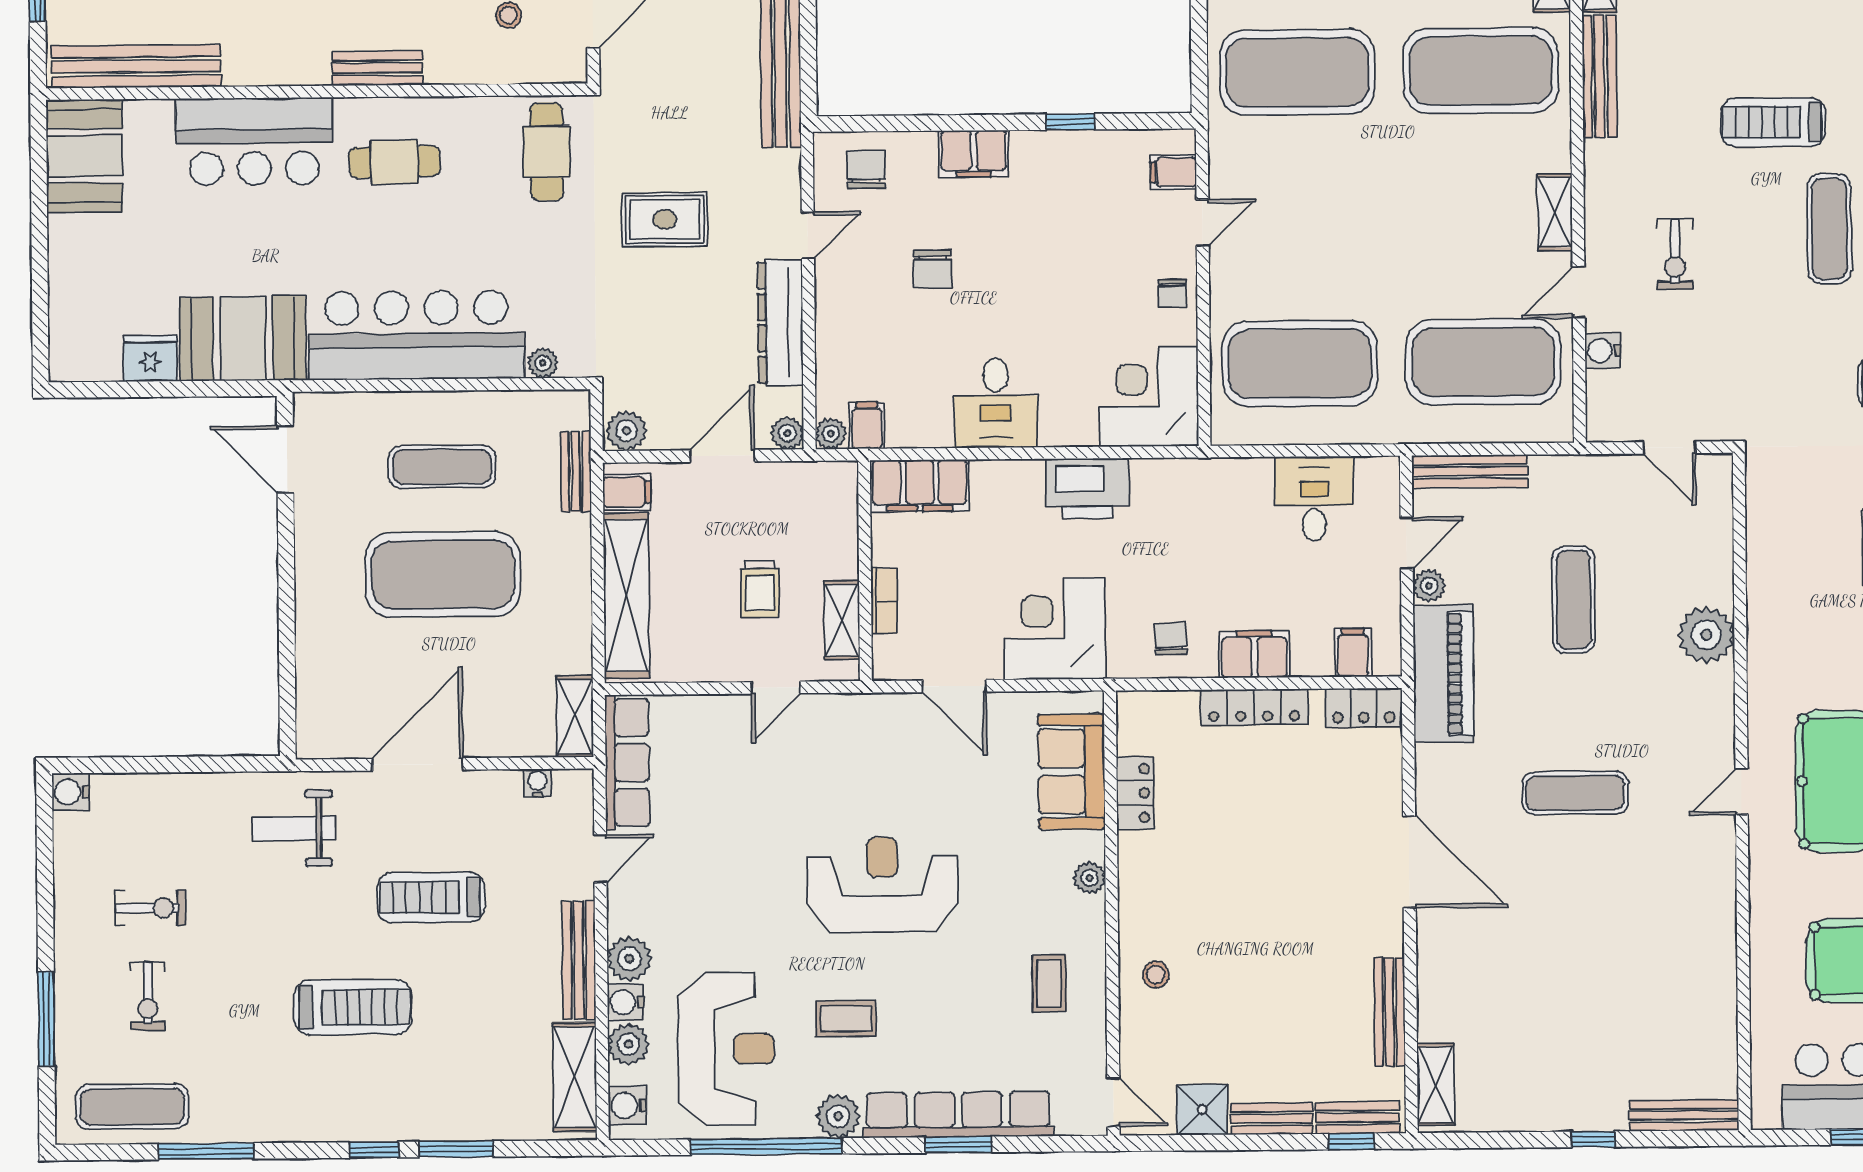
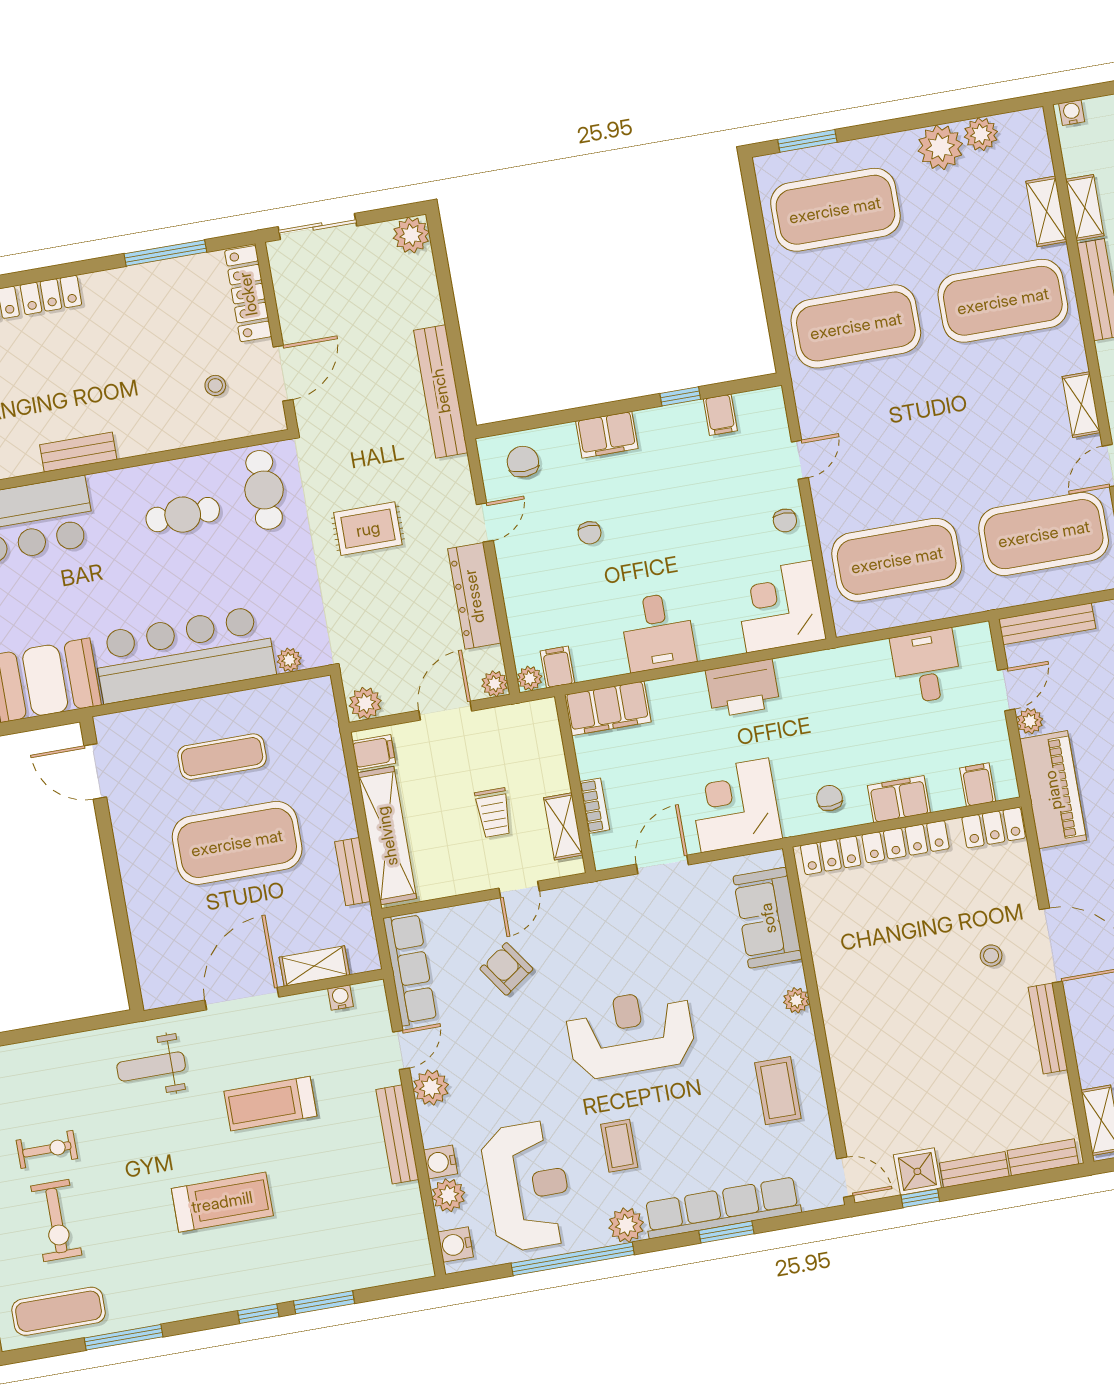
bench: (377, 68) -> (78, 452), moved
cafe table: (395, 162) -> (183, 515), moved
filing cabinet: (1173, 172) -> (720, 415), moved, turned -90
chair: (933, 269) -> (590, 533), width x0.73, depth x0.73
bench: (576, 471) -> (353, 872), moved
door: (955, 686) -> (662, 865), swing flipped
shelving: (575, 716) -> (314, 966), moved, turned 90
armchair: (744, 781) -> (506, 969), added
locker: (1135, 793) -> (831, 855), moved, turned 90
plant: (629, 959) -> (431, 1087), moved
stool: (1156, 975) -> (991, 956), moved
coffee table: (1049, 983) -> (778, 1091), width x1.36, depth x1.30
exercise bike: (148, 996) -> (56, 1221), width x1.38, depth x1.39
bench: (1390, 1012) -> (1048, 1029), moved
coffee table: (846, 1019) -> (619, 1146), turned 90
shelving: (575, 1077) -> (410, 1229), removed
window: (1351, 1141) -> (920, 1198), moved

